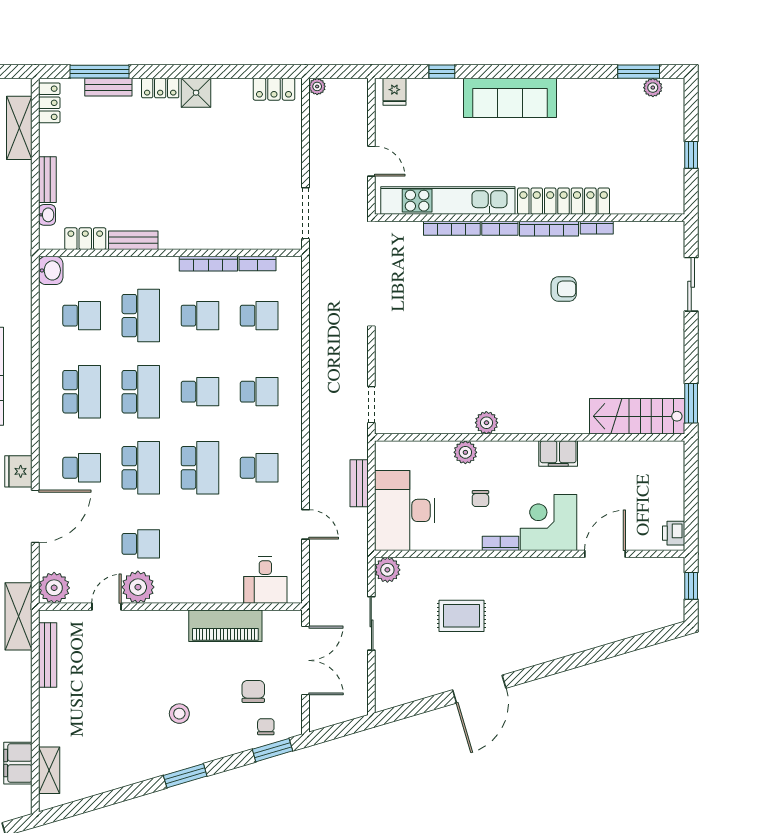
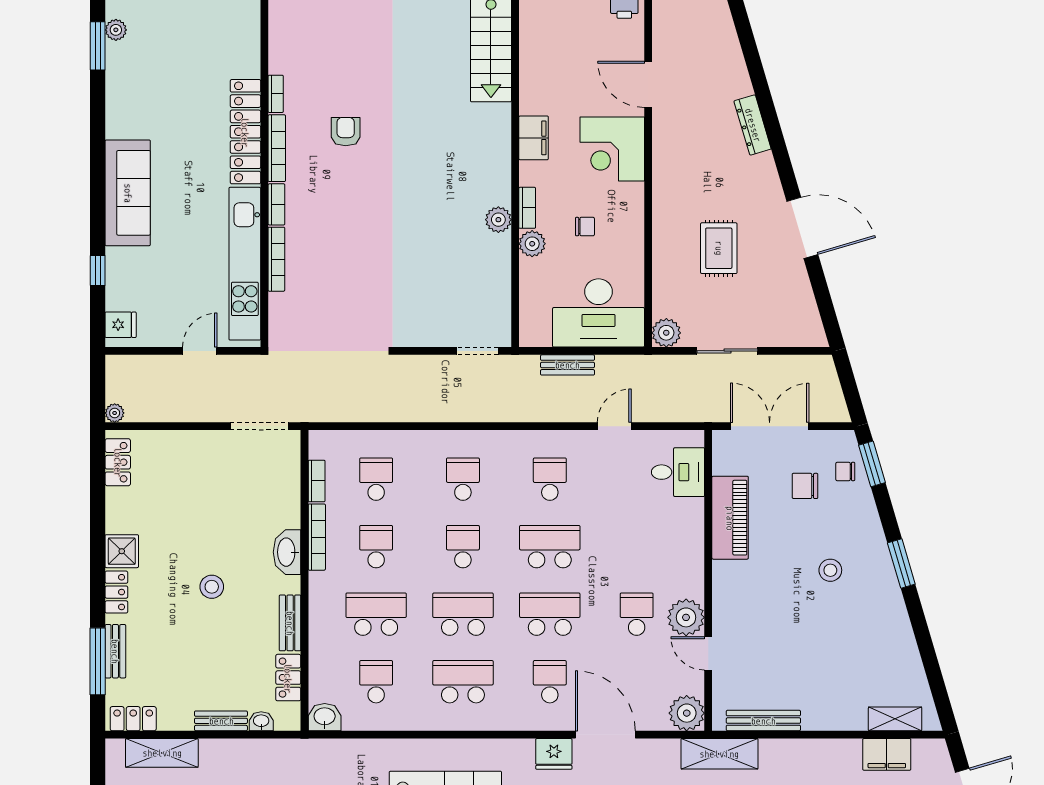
stool: (165, 172) -> (212, 587), added
washbasin: (195, 238) -> (287, 552), added
bookcase: (500, 543) -> (527, 208), moved, turned 180
dresser: (569, 645) -> (753, 125), added

